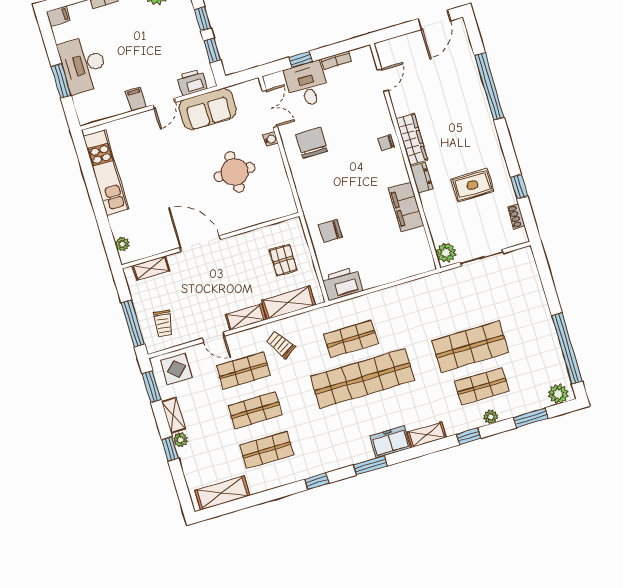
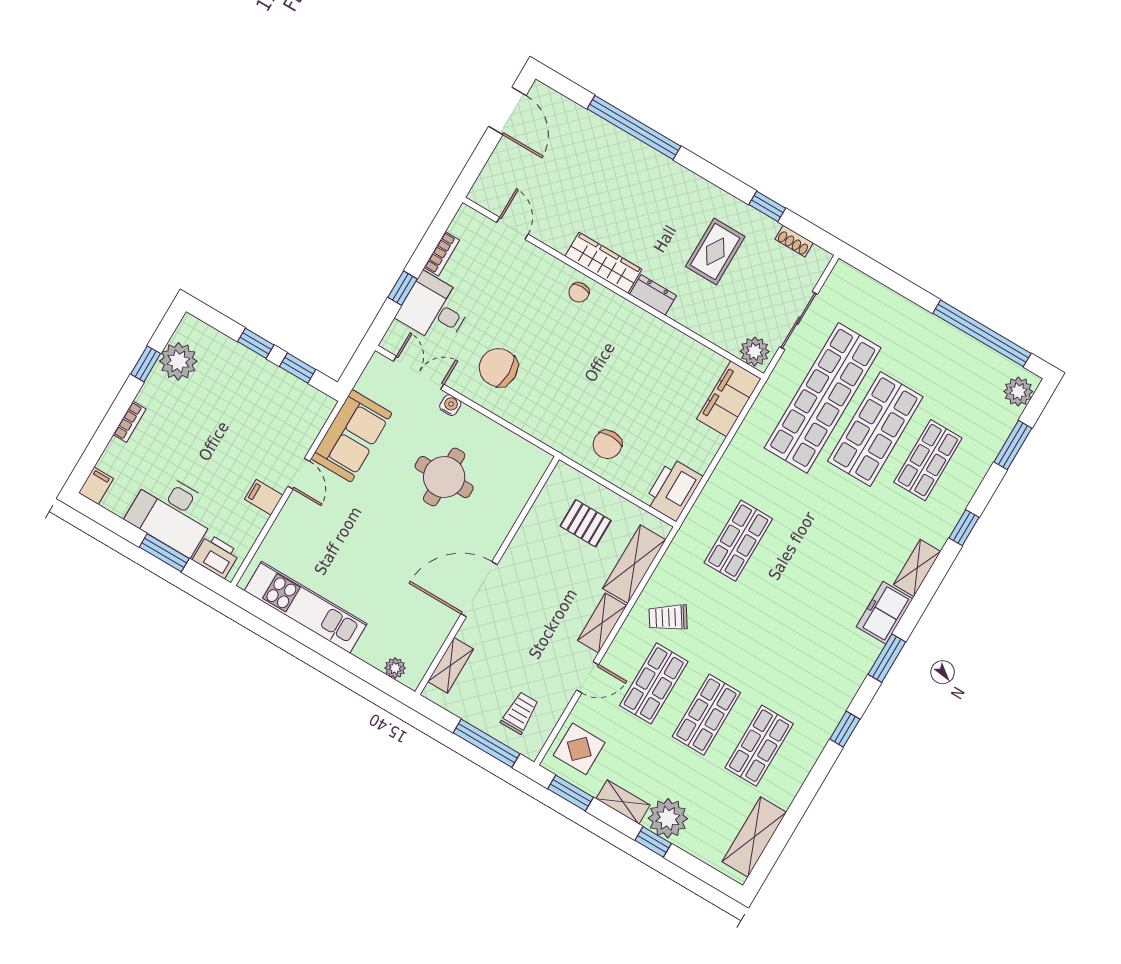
printer: (192, 82) -> (216, 556), moved, turned 90
filing cabinet: (406, 207) -> (729, 399), moved, turned 90
trolley: (163, 324) -> (520, 713), turned -98
shop shelf: (363, 379) -> (823, 398), moved
plant: (491, 417) -> (968, 484), removed
plant: (180, 440) -> (668, 818), width x1.88, depth x1.88

